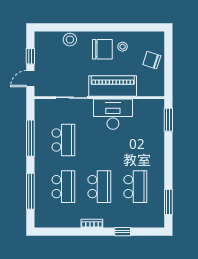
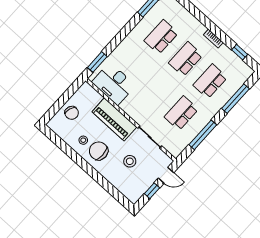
stool: (70, 40) -> (130, 161), moved
desk: (113, 114) -> (114, 84), moved
window: (123, 232) -> (240, 52), moved

